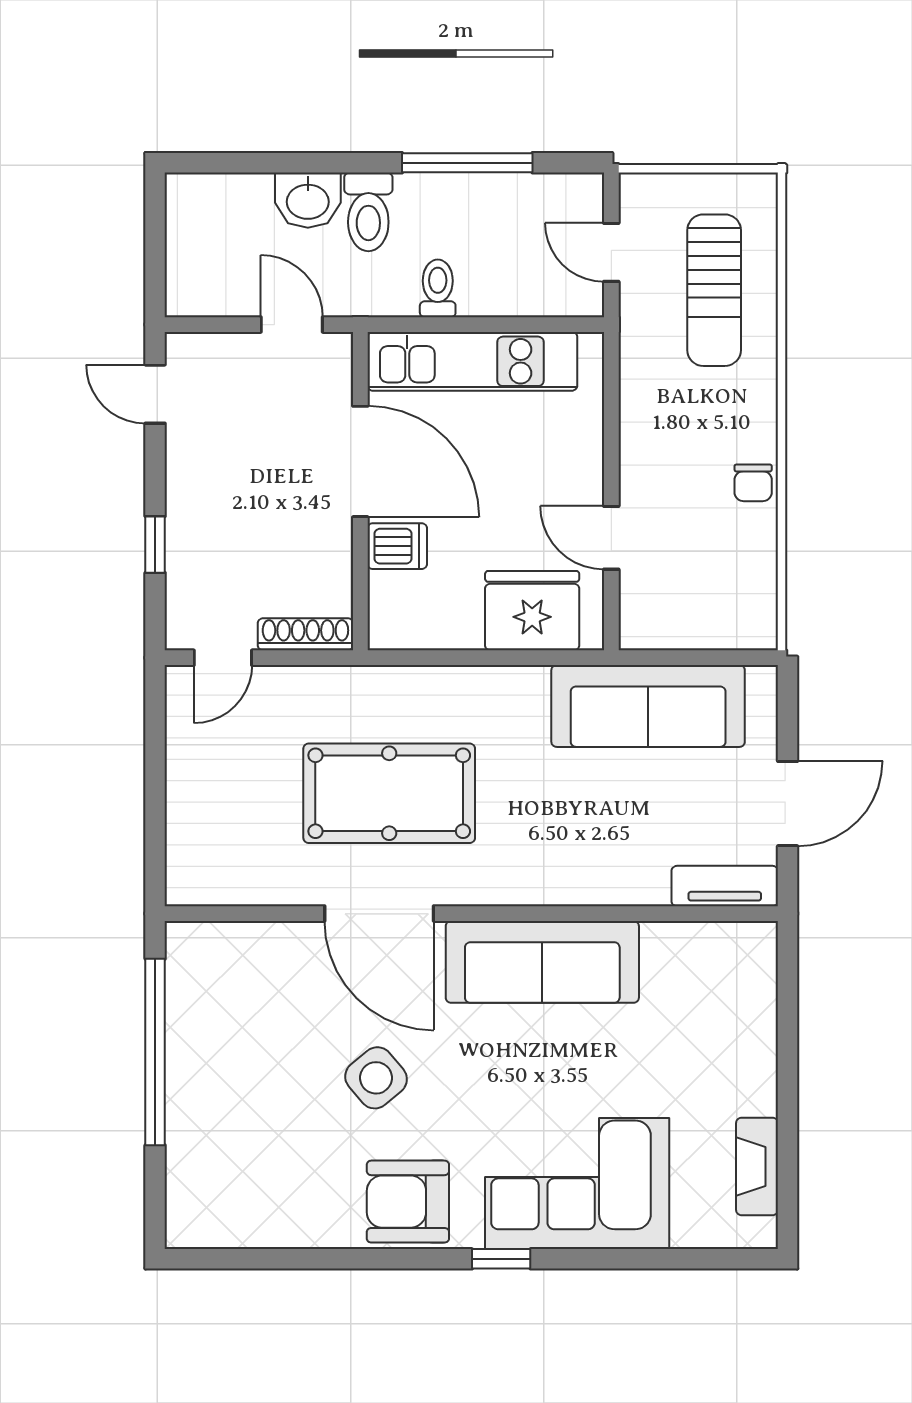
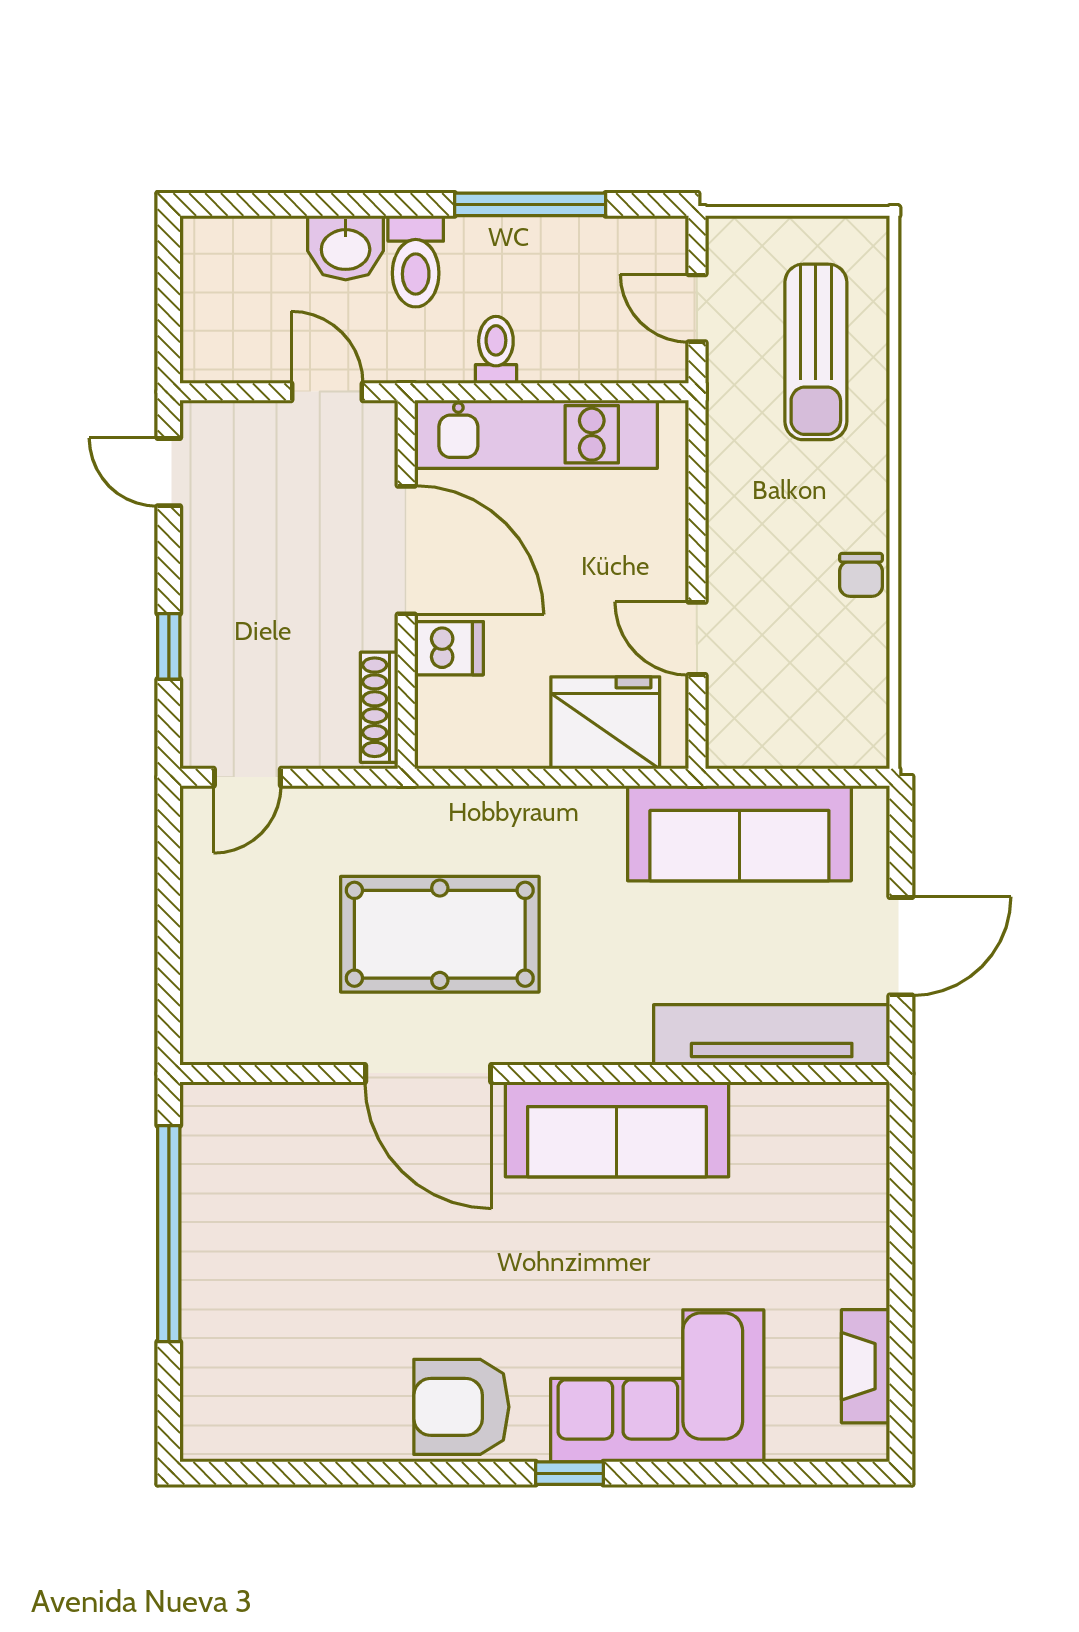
shoe rack: (305, 634) -> (379, 707), moved, turned -90
tv unit: (725, 886) -> (772, 1035), width x1.92, depth x1.29
side table: (376, 1078) -> (425, 1264), removed

